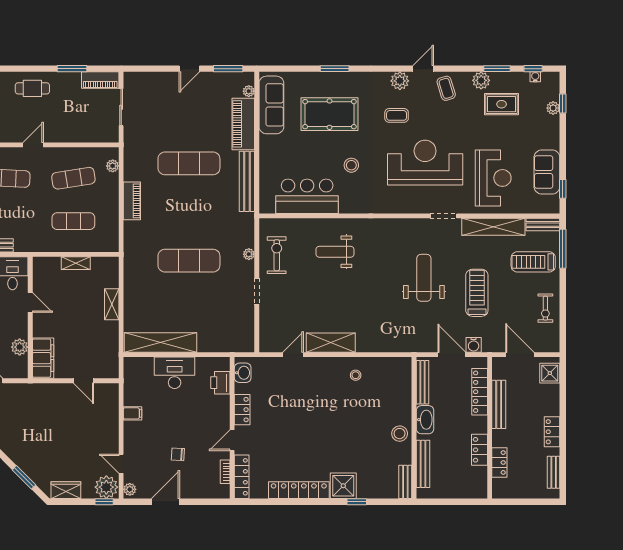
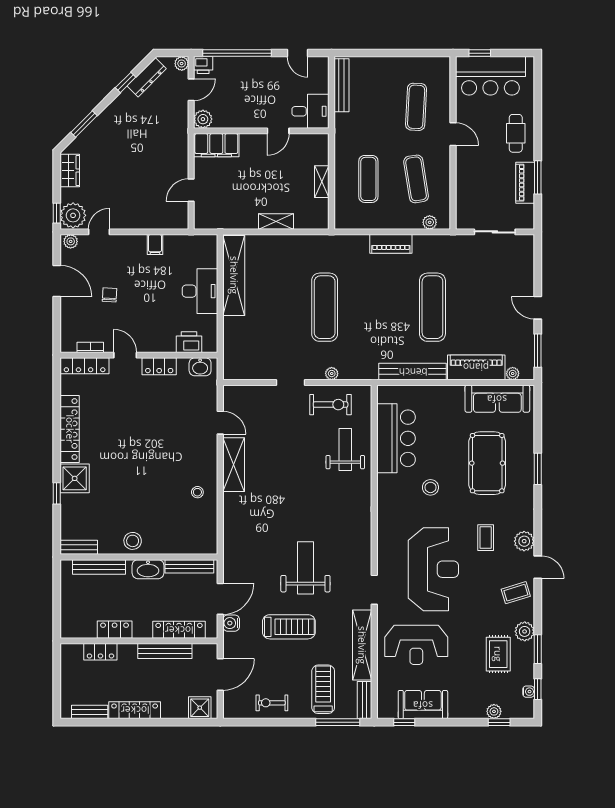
piano: (100, 80) -> (525, 183), moved
weight bench: (335, 252) -> (345, 449), moved
weight bench: (424, 278) -> (305, 568), turned -90
plant: (20, 347) -> (203, 119), moved
locker: (552, 432) -> (135, 710), width x1.53

